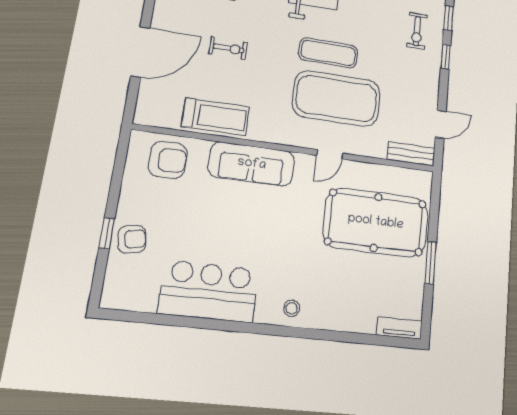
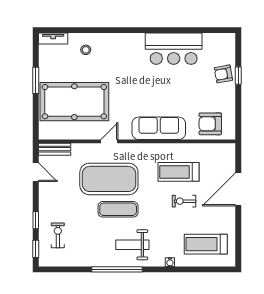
treadmill: (216, 117) -> (179, 172), moved
door: (441, 124) -> (36, 172), swing flipped
stool: (292, 308) -> (86, 50), moved

